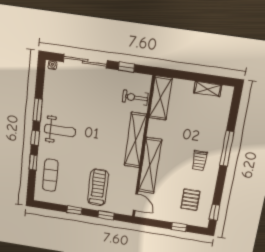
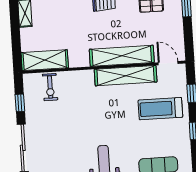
shelving: (135, 140) -> (126, 76), moved
door: (135, 202) -> (168, 63), hinge flipped

